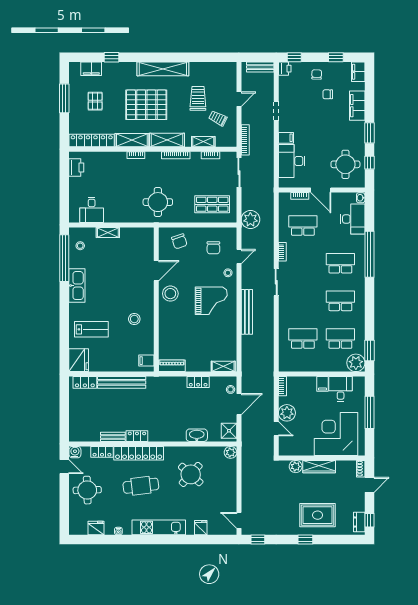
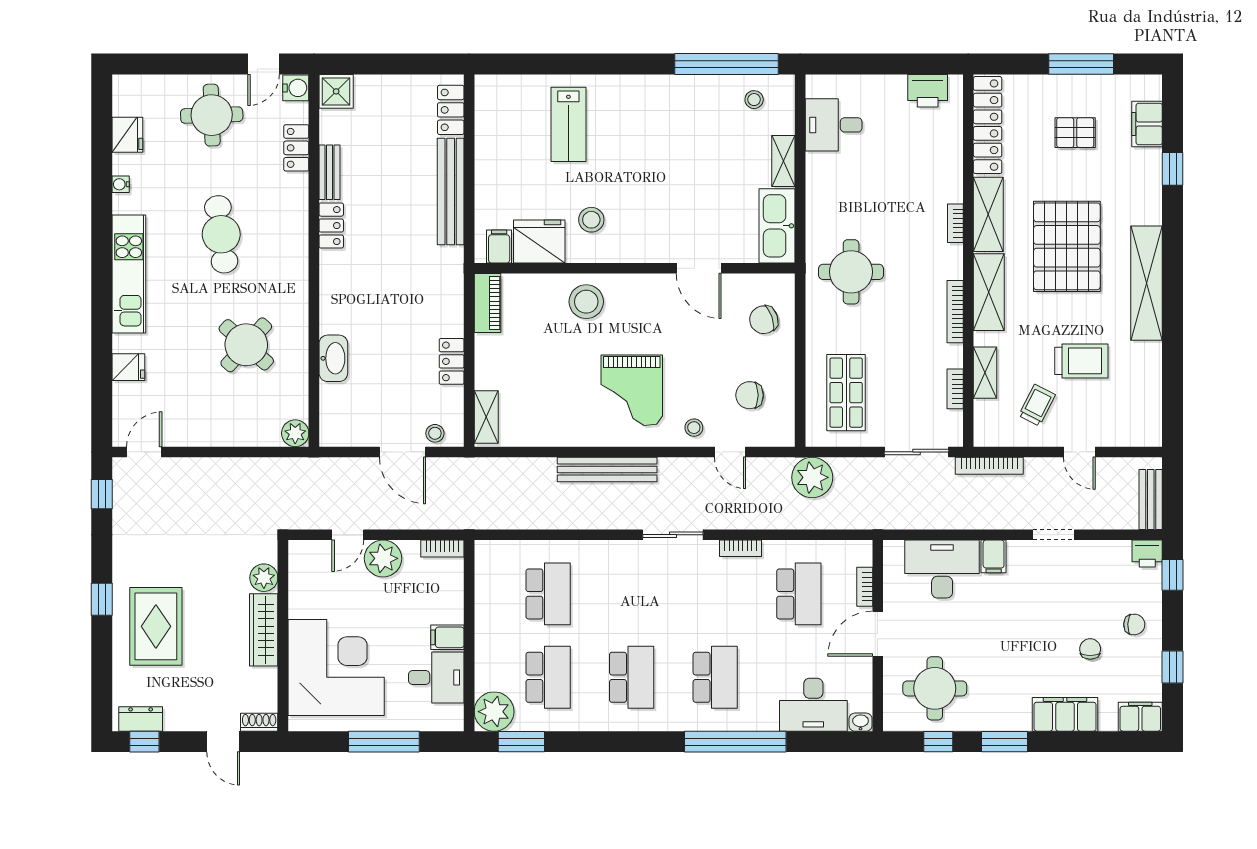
kitchen sink: (77, 286) -> (777, 226), moved, turned 90
stool: (170, 294) -> (586, 302), moved
fridge: (79, 360) -> (539, 241), moved, turned 180
shower: (229, 431) -> (336, 91), moved
locker: (139, 453) -> (293, 229), removed

